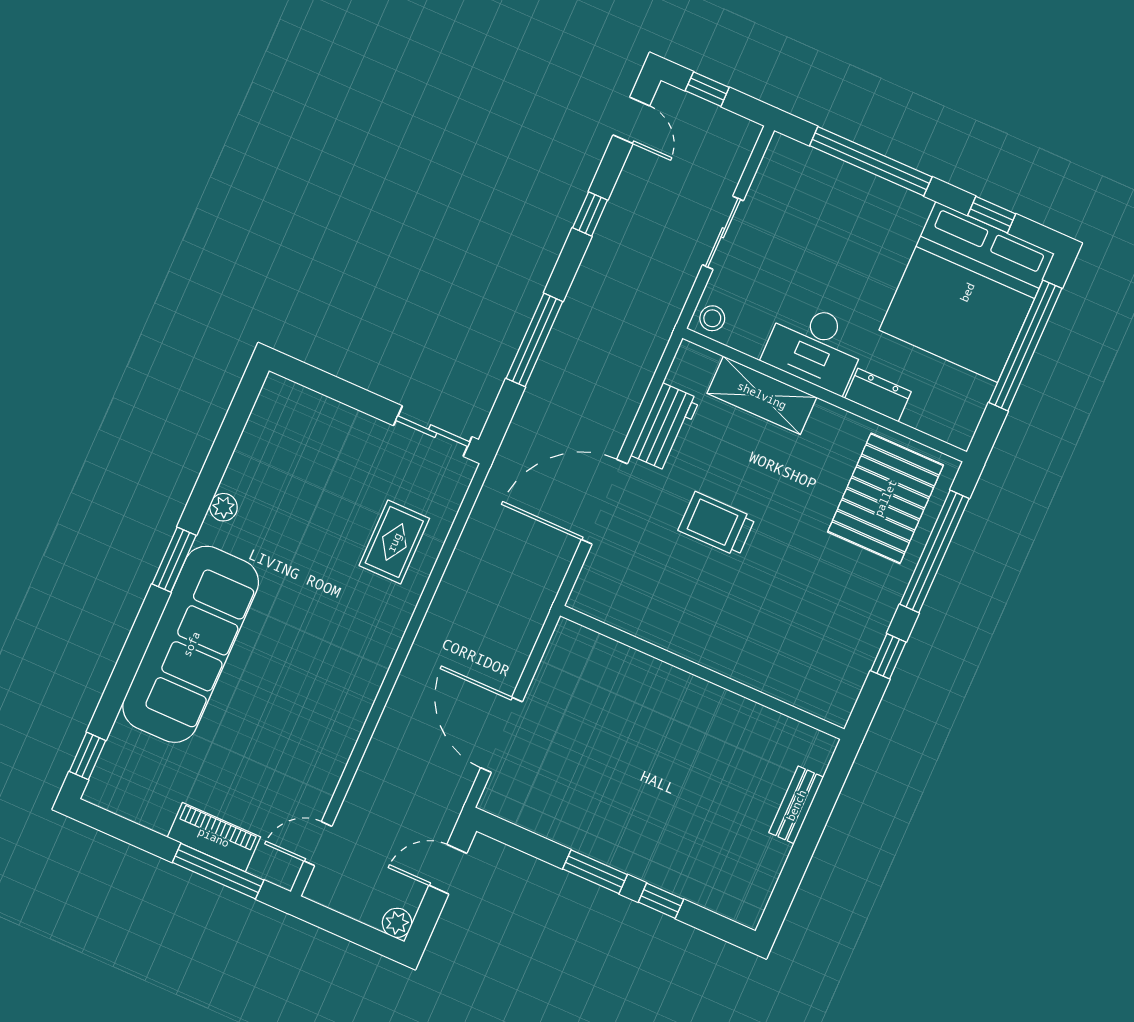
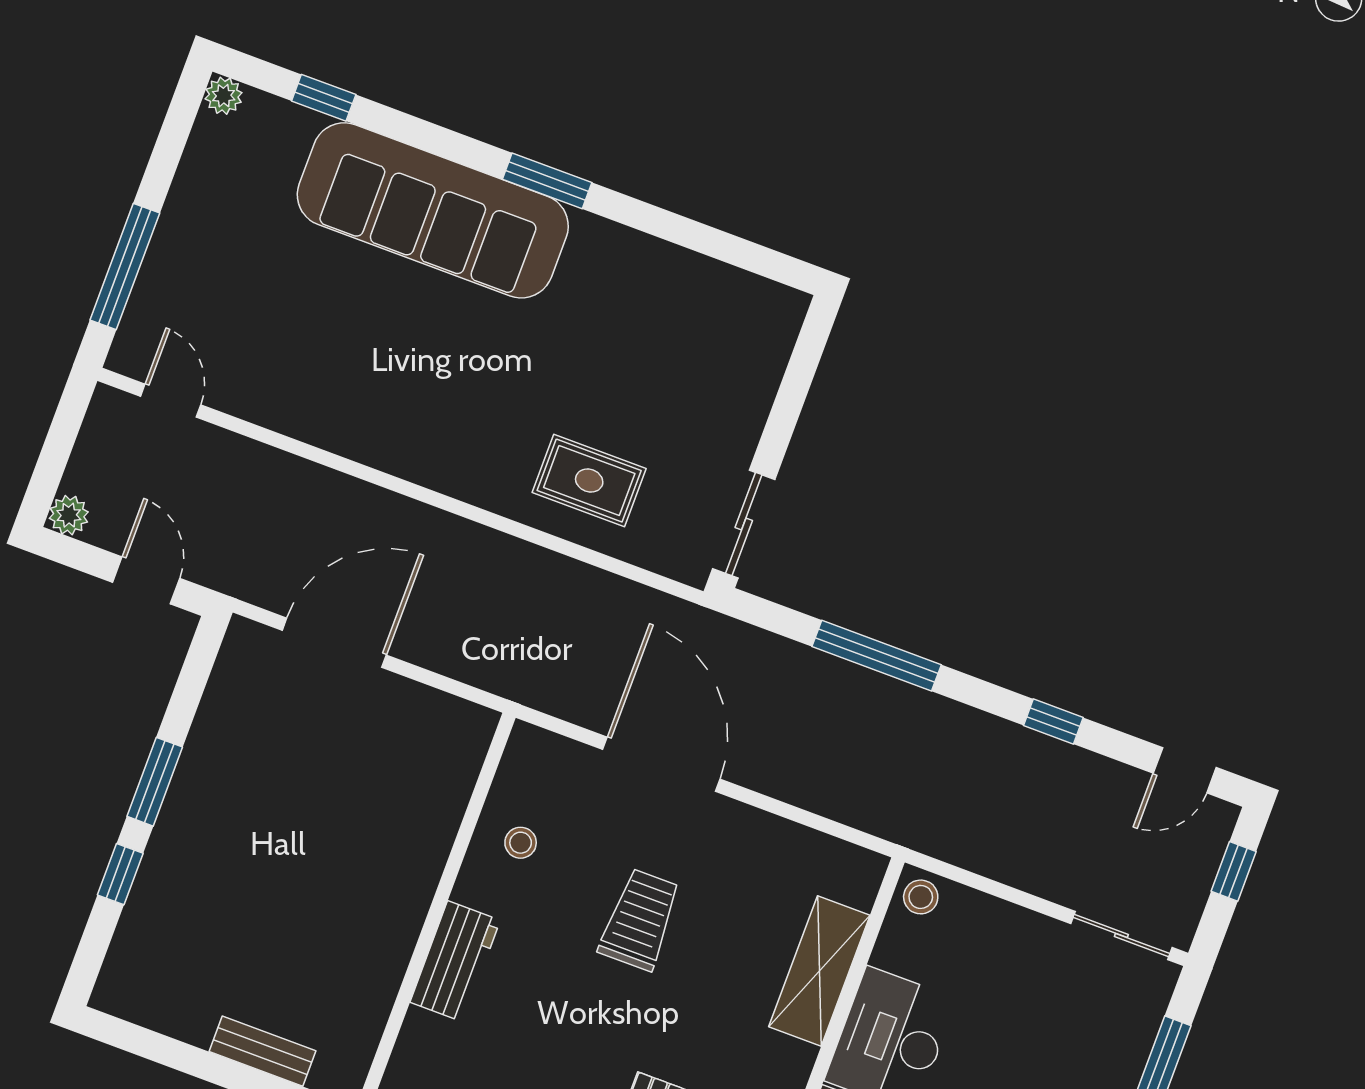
sliding door: (723, 233) -> (1121, 935), moved
workbench: (665, 427) -> (455, 961), moved, turned -90
plant: (223, 507) -> (224, 96), moved
stool: (655, 608) -> (521, 843), added
window: (87, 756) -> (324, 98), moved
piano: (214, 837) -> (171, 258), removed

